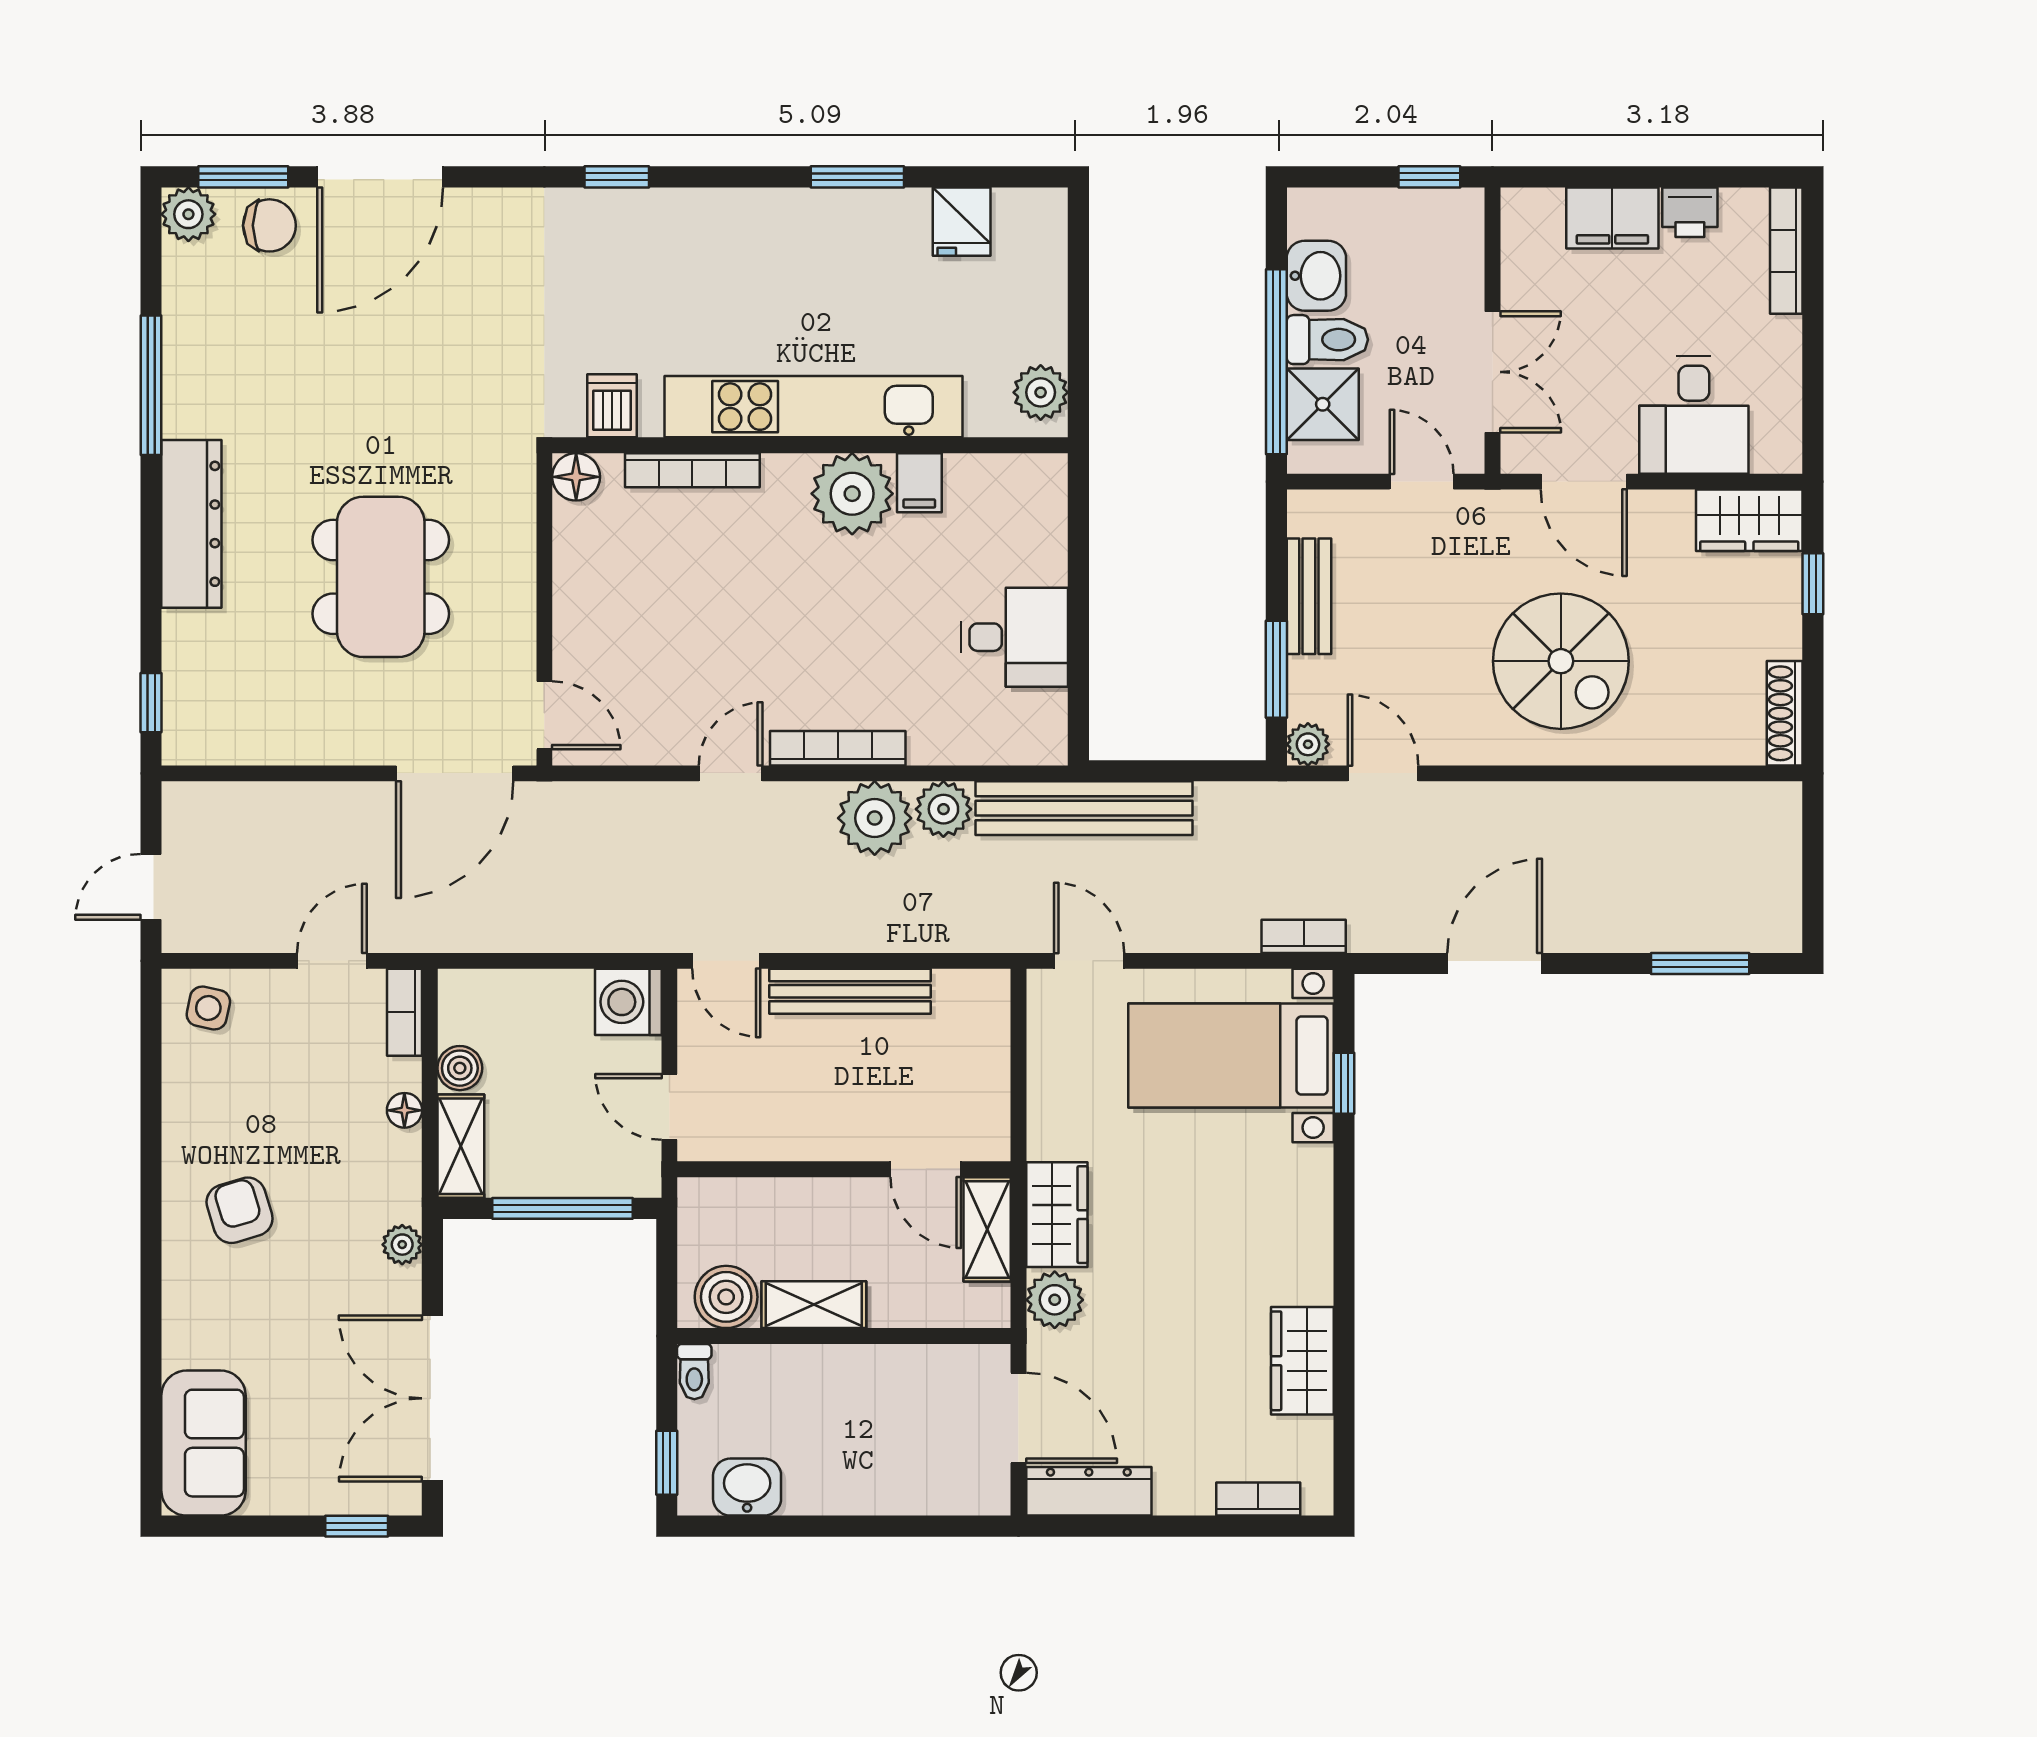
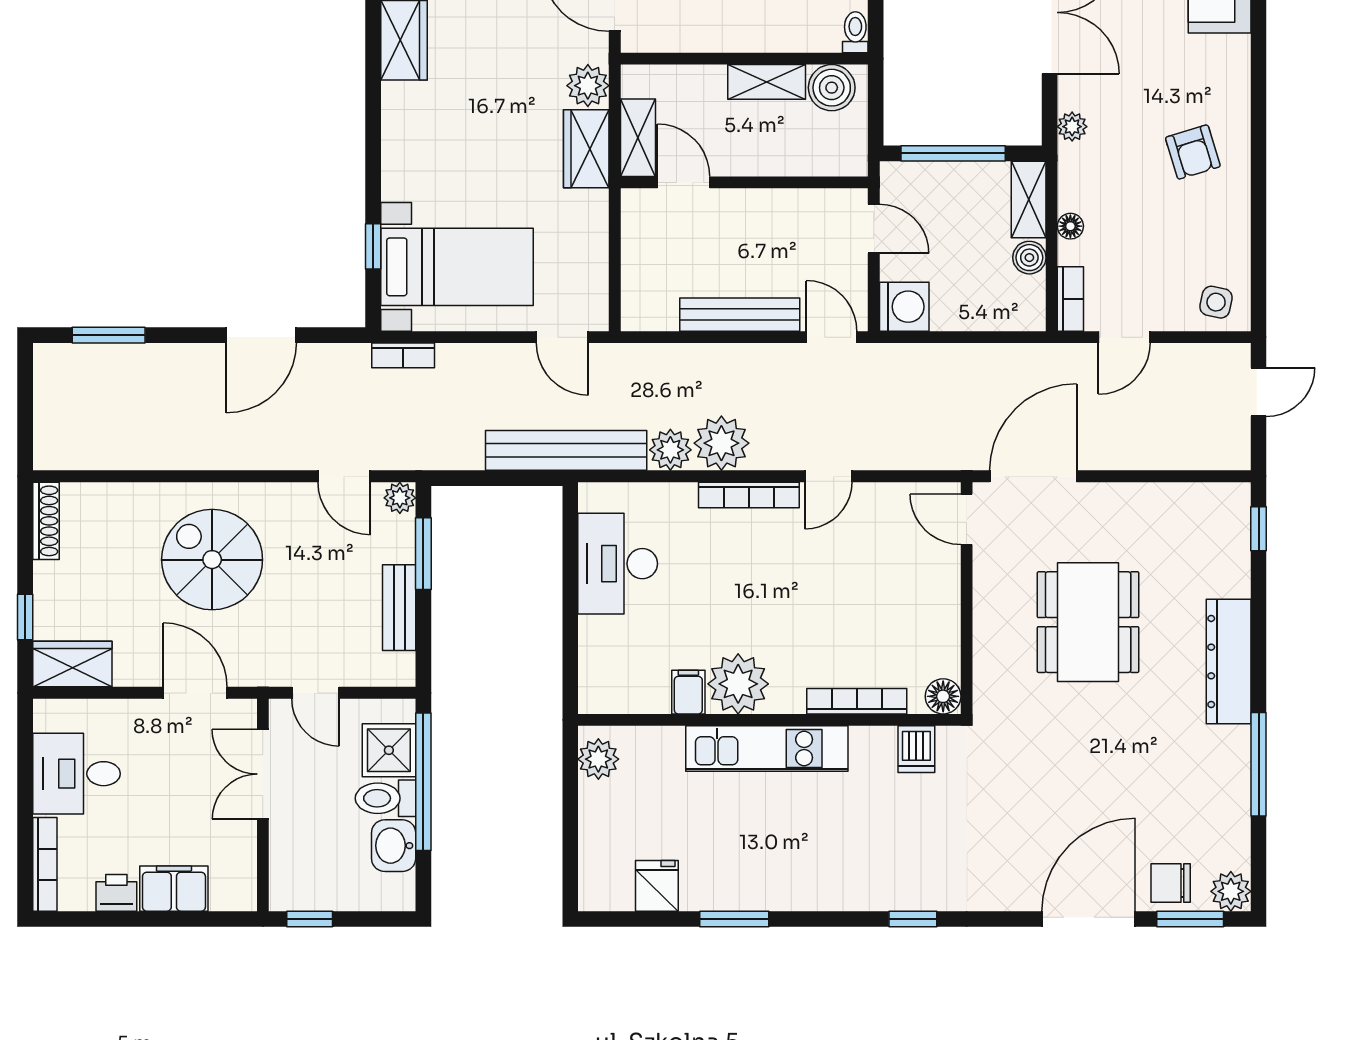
kitchen unit: (814, 407) -> (767, 749), width x0.73
desk: (1694, 415) -> (76, 774), moved, turned -90
desk: (1014, 637) -> (618, 564), width x1.37

